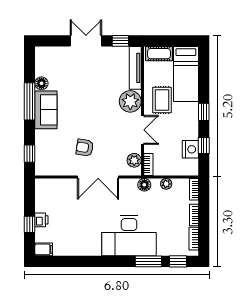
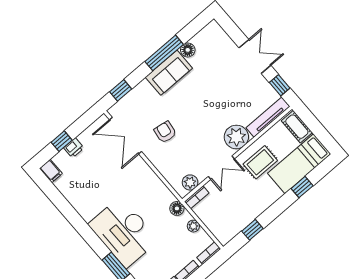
window: (204, 112) -> (302, 187), moved
nightstand: (190, 149) -> (240, 221), removed
double door: (98, 177) -> (125, 136), moved

